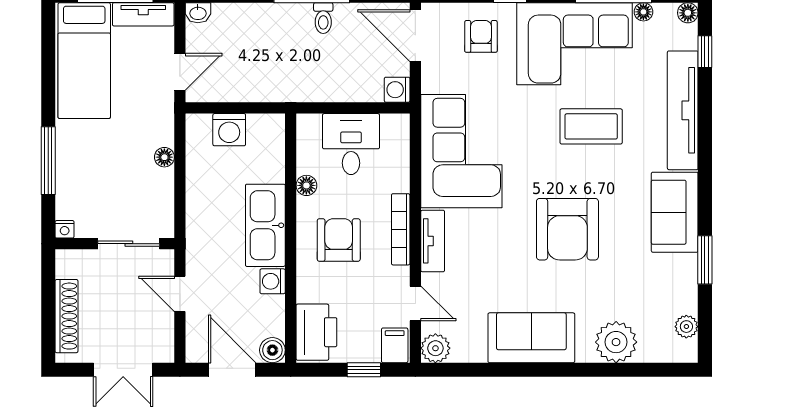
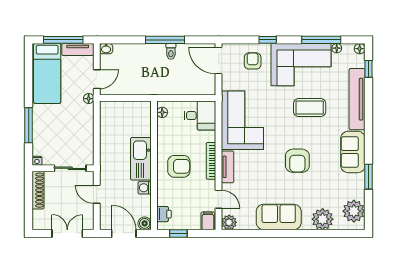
washing machine: (397, 90) -> (209, 89), removed
washing machine: (229, 130) -> (122, 109), removed
desk: (351, 144) -> (200, 116), moved, turned 90
floor lamp: (164, 157) -> (89, 99), moved
floor lamp: (306, 185) -> (162, 112), moved
armchair: (567, 229) -> (297, 161), width x0.73, depth x0.73
armchair: (339, 240) -> (179, 166), turned 90
shoe rack: (66, 316) -> (38, 190), moved
plant: (686, 327) -> (354, 211), width x1.87, depth x1.87
printer: (316, 332) -> (164, 214), width x0.53, depth x0.68
double door: (123, 370) -> (67, 234), swing flipped
window: (364, 370) -> (178, 234), moved

